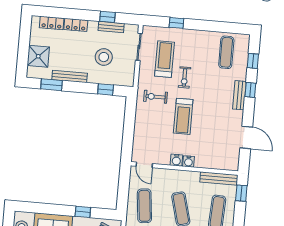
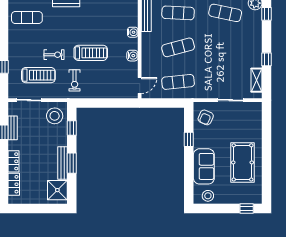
shower: (38, 56) -> (57, 190), moved
stool: (104, 57) -> (55, 116), moved
treadmill: (164, 59) -> (38, 75), turned 180
window: (52, 85) -> (72, 163), moved
water cooler: (188, 161) -> (133, 32), moved

